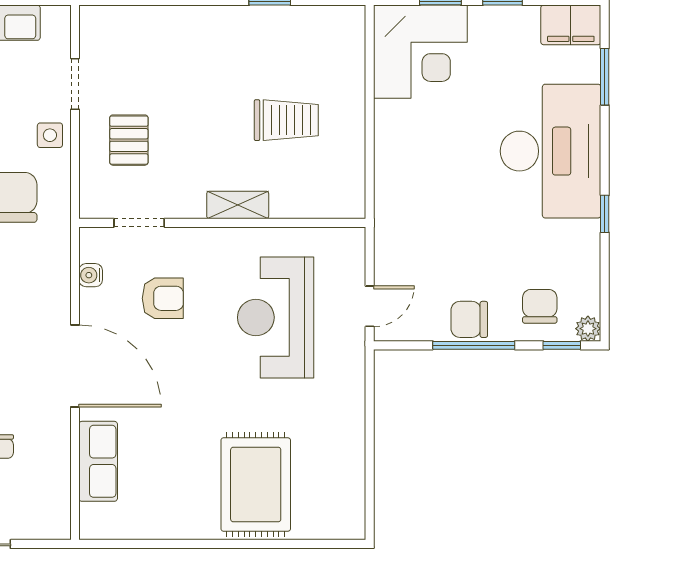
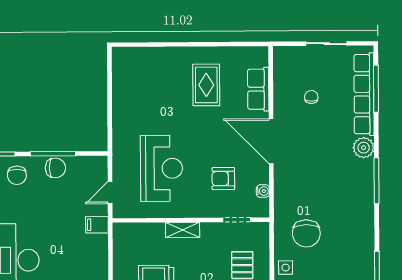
filing cabinet: (394, 215) -> (97, 225), added
door: (370, 306) -> (110, 192), moved
rug: (256, 485) -> (206, 85), moved, width x0.73, depth x0.70

